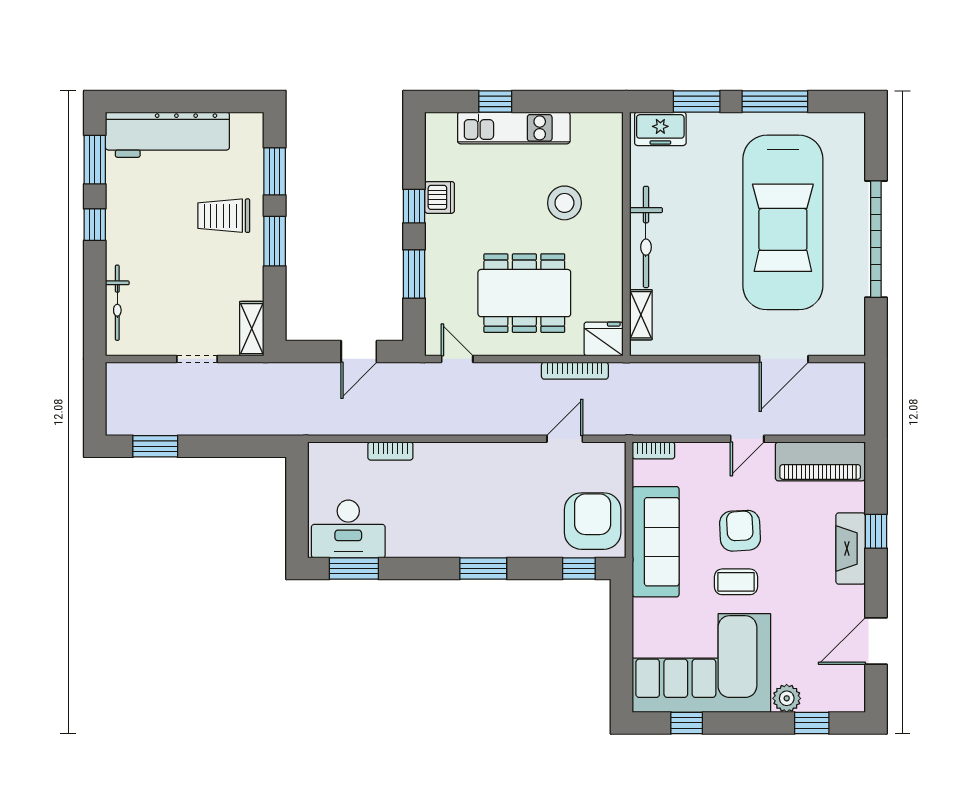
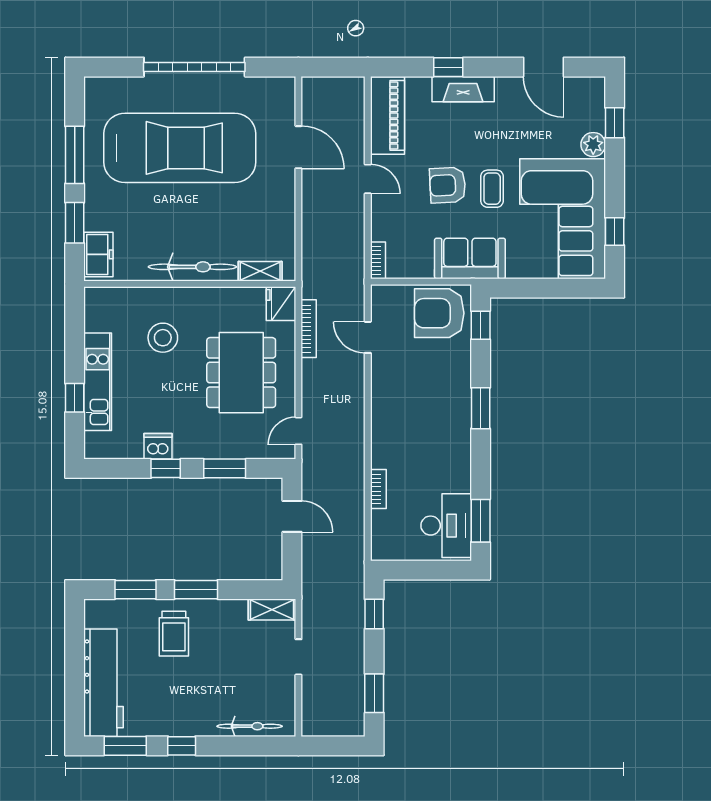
window: (246, 446) -> (374, 614), added
sofa: (656, 542) -> (470, 258), width x0.73

